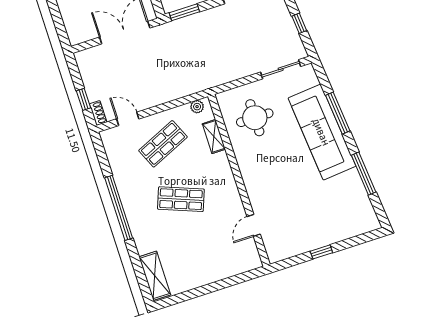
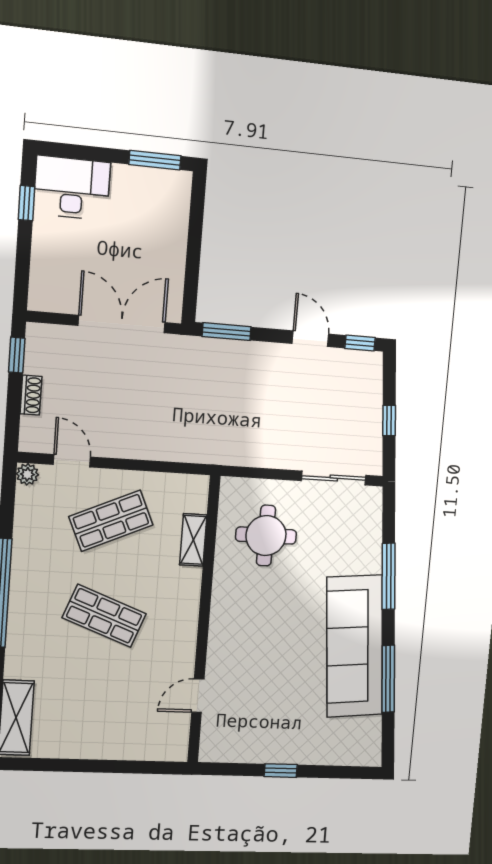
window: (84, 99) -> (17, 355), moved
plant: (197, 107) -> (27, 474), moved
shoe rack: (98, 113) -> (31, 395), moved
sofa: (322, 132) -> (355, 646), moved

